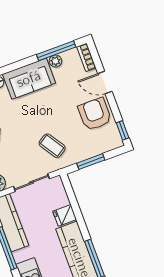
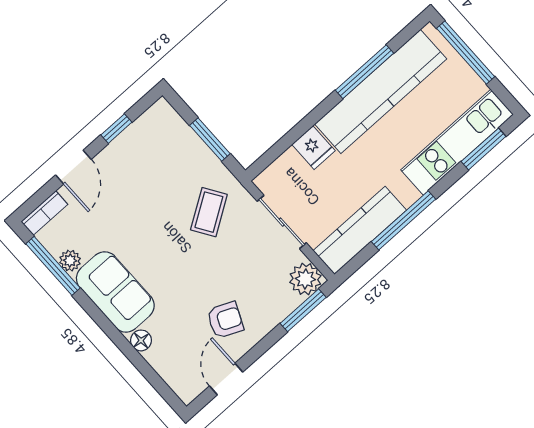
armchair: (95, 114) -> (131, 163), removed
window: (123, 130) -> (116, 129), moved

